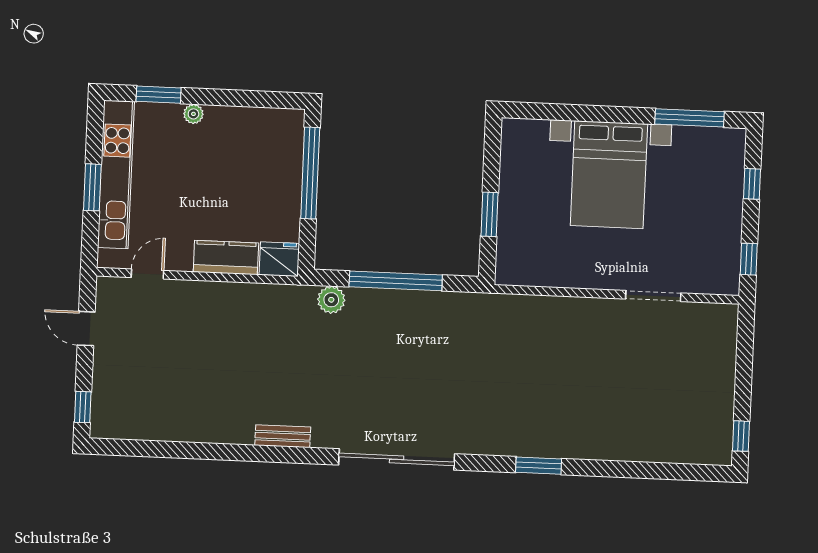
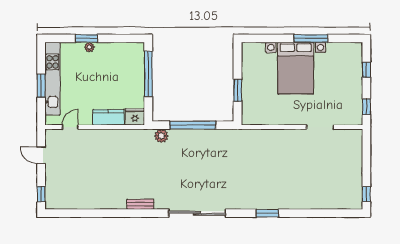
window: (159, 95) -> (86, 38), moved
window: (690, 118) -> (311, 38), moved

